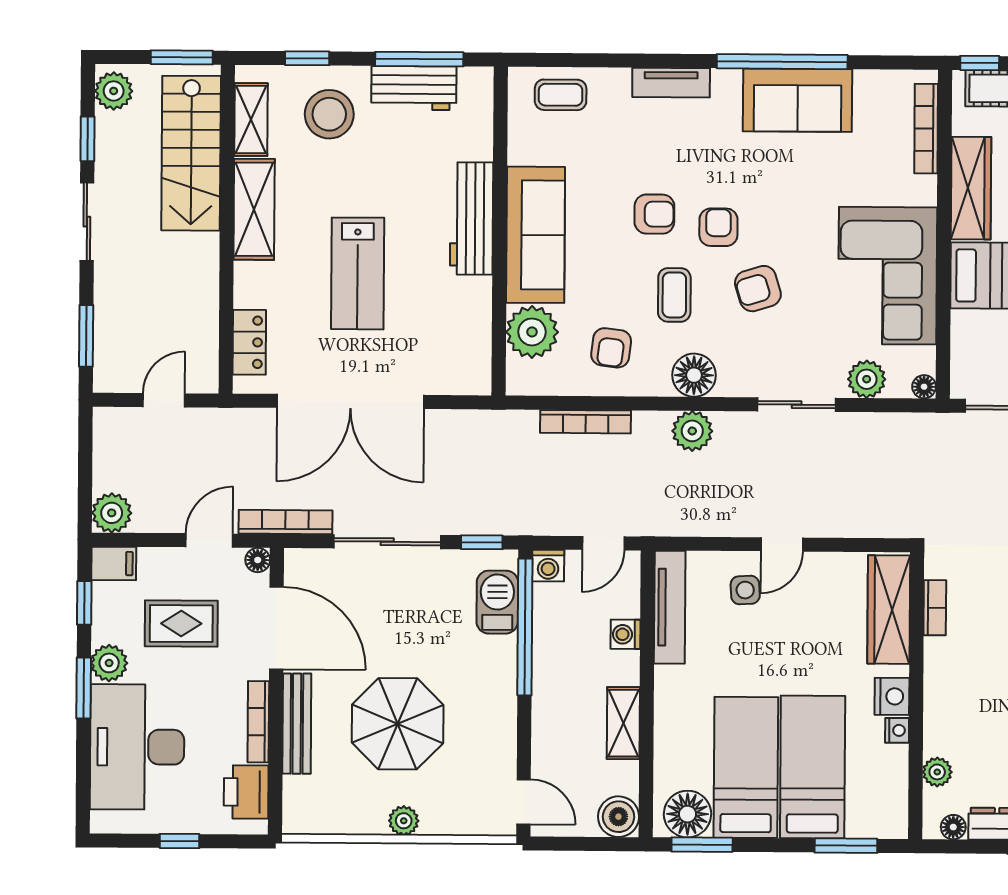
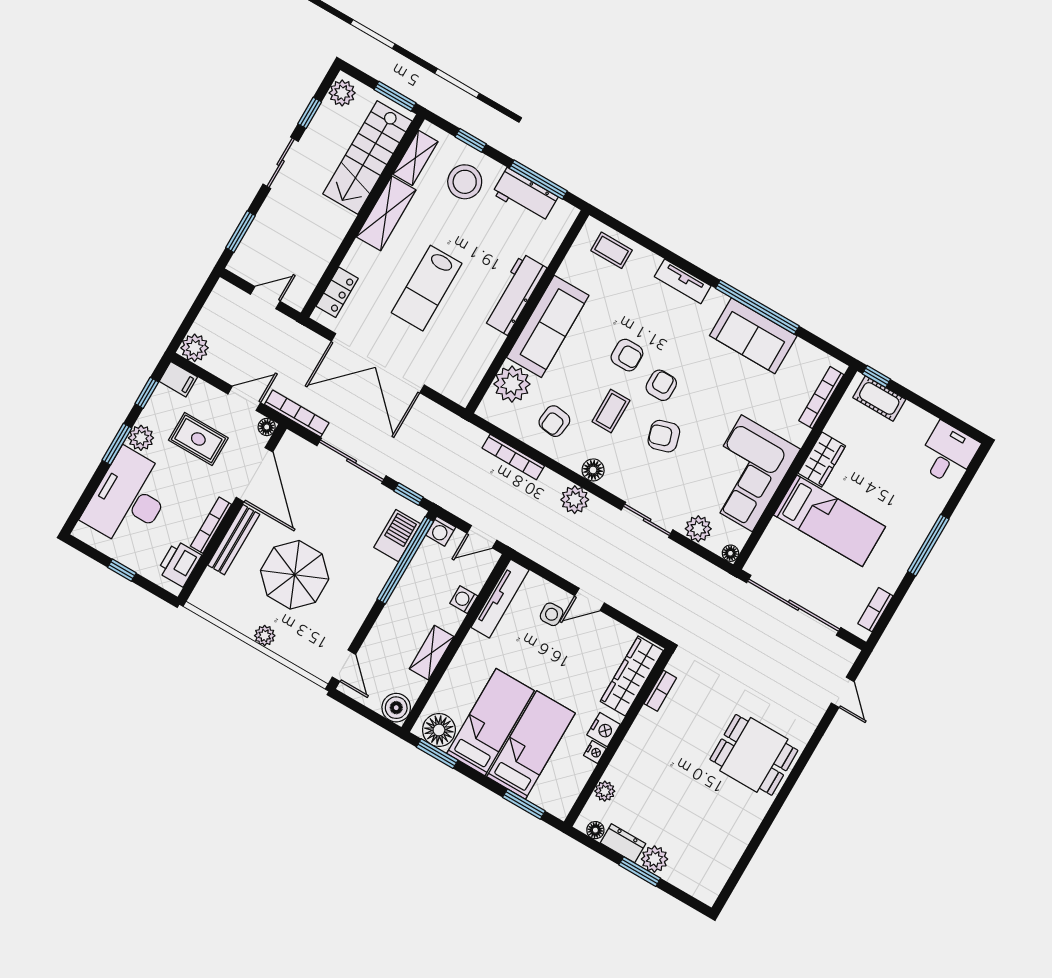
wardrobe: (971, 188) -> (822, 460), width x0.67
floor lamp: (694, 375) -> (593, 470), width x0.73, depth x0.73

